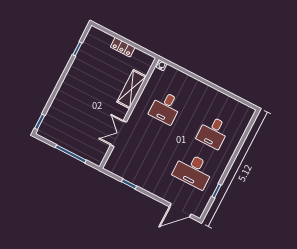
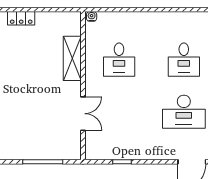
locker: (123, 47) -> (21, 18), moved
double door: (119, 134) -> (83, 114), swing flipped

